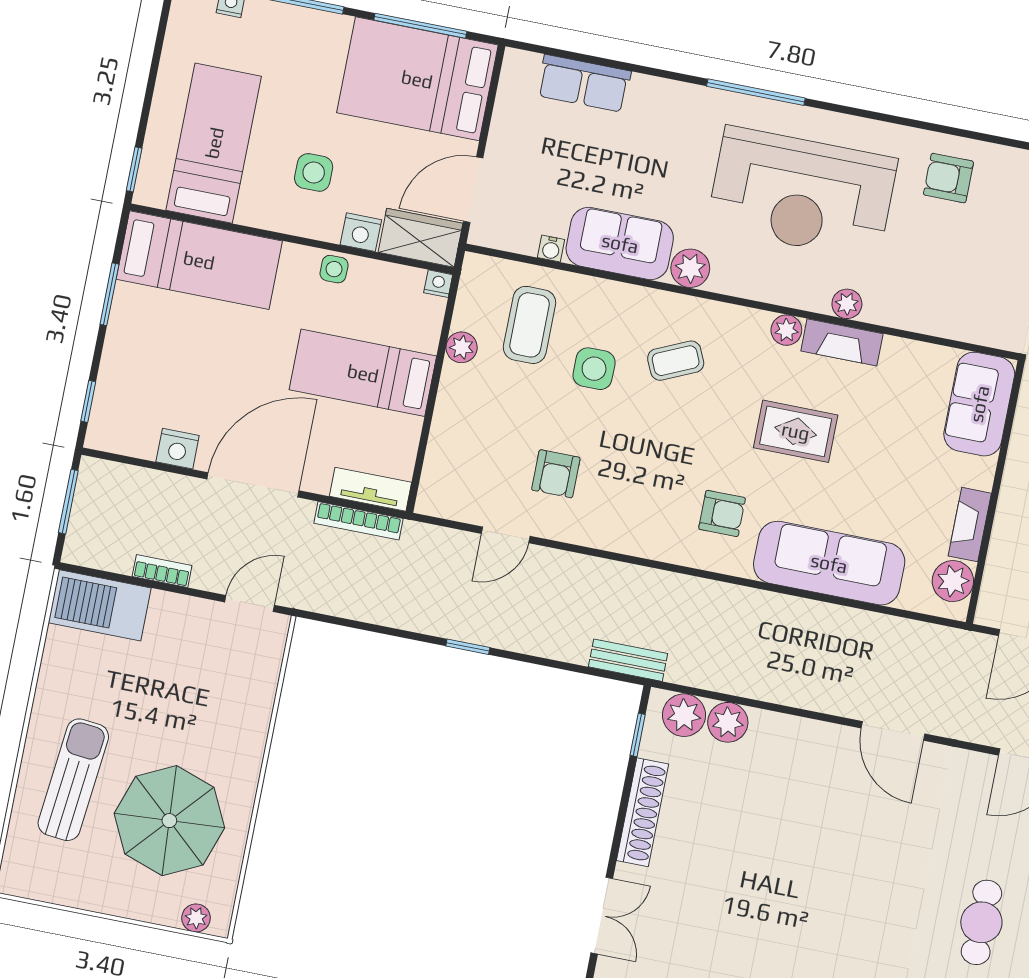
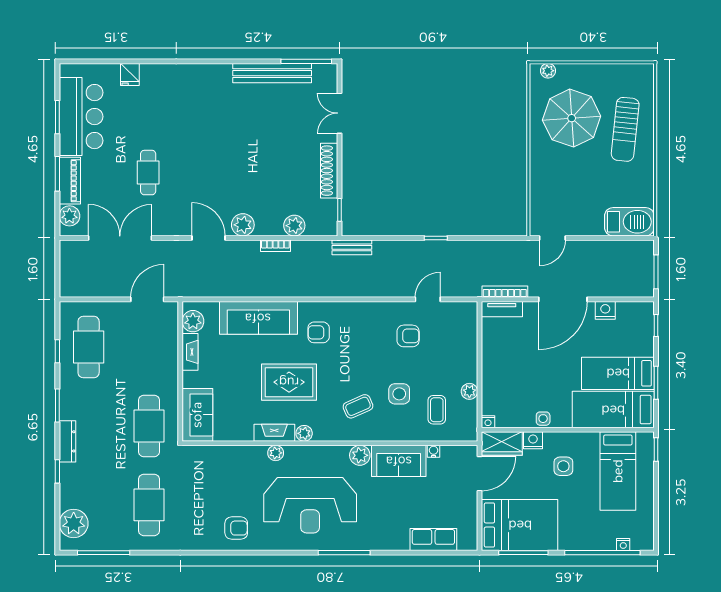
reception desk: (802, 193) -> (310, 505), turned 180
coffee table: (530, 325) -> (437, 410), width x0.73, depth x0.77
bed: (363, 373) -> (618, 373), moved, turned 180
rug: (796, 431) -> (289, 382), width x1.36, depth x1.43
armchair: (556, 474) -> (408, 336), turned 90
bookcase: (162, 571) -> (275, 246), moved
plant: (684, 715) -> (243, 225), moved
cafe table: (981, 922) -> (148, 173), moved

